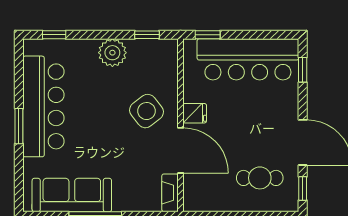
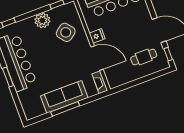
side table: (147, 111) -> (66, 32), moved
sofa: (72, 195) -> (64, 97), moved

